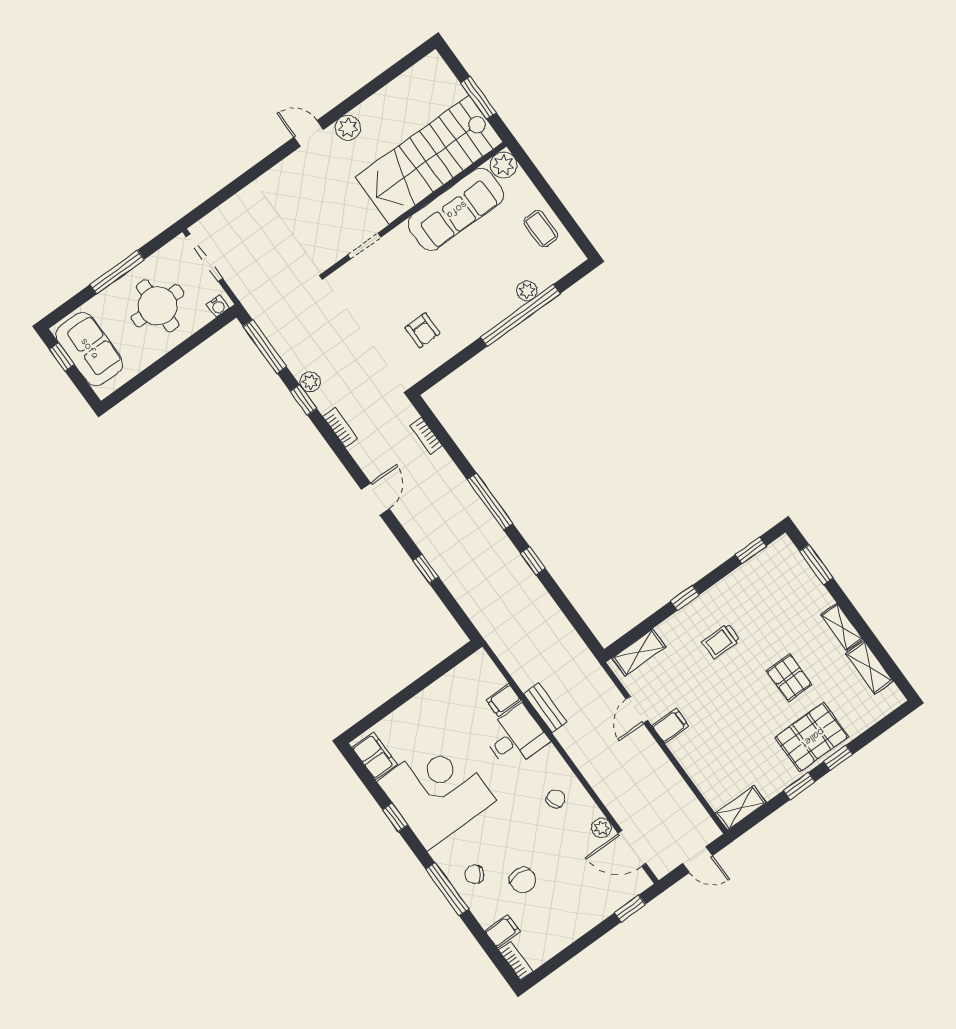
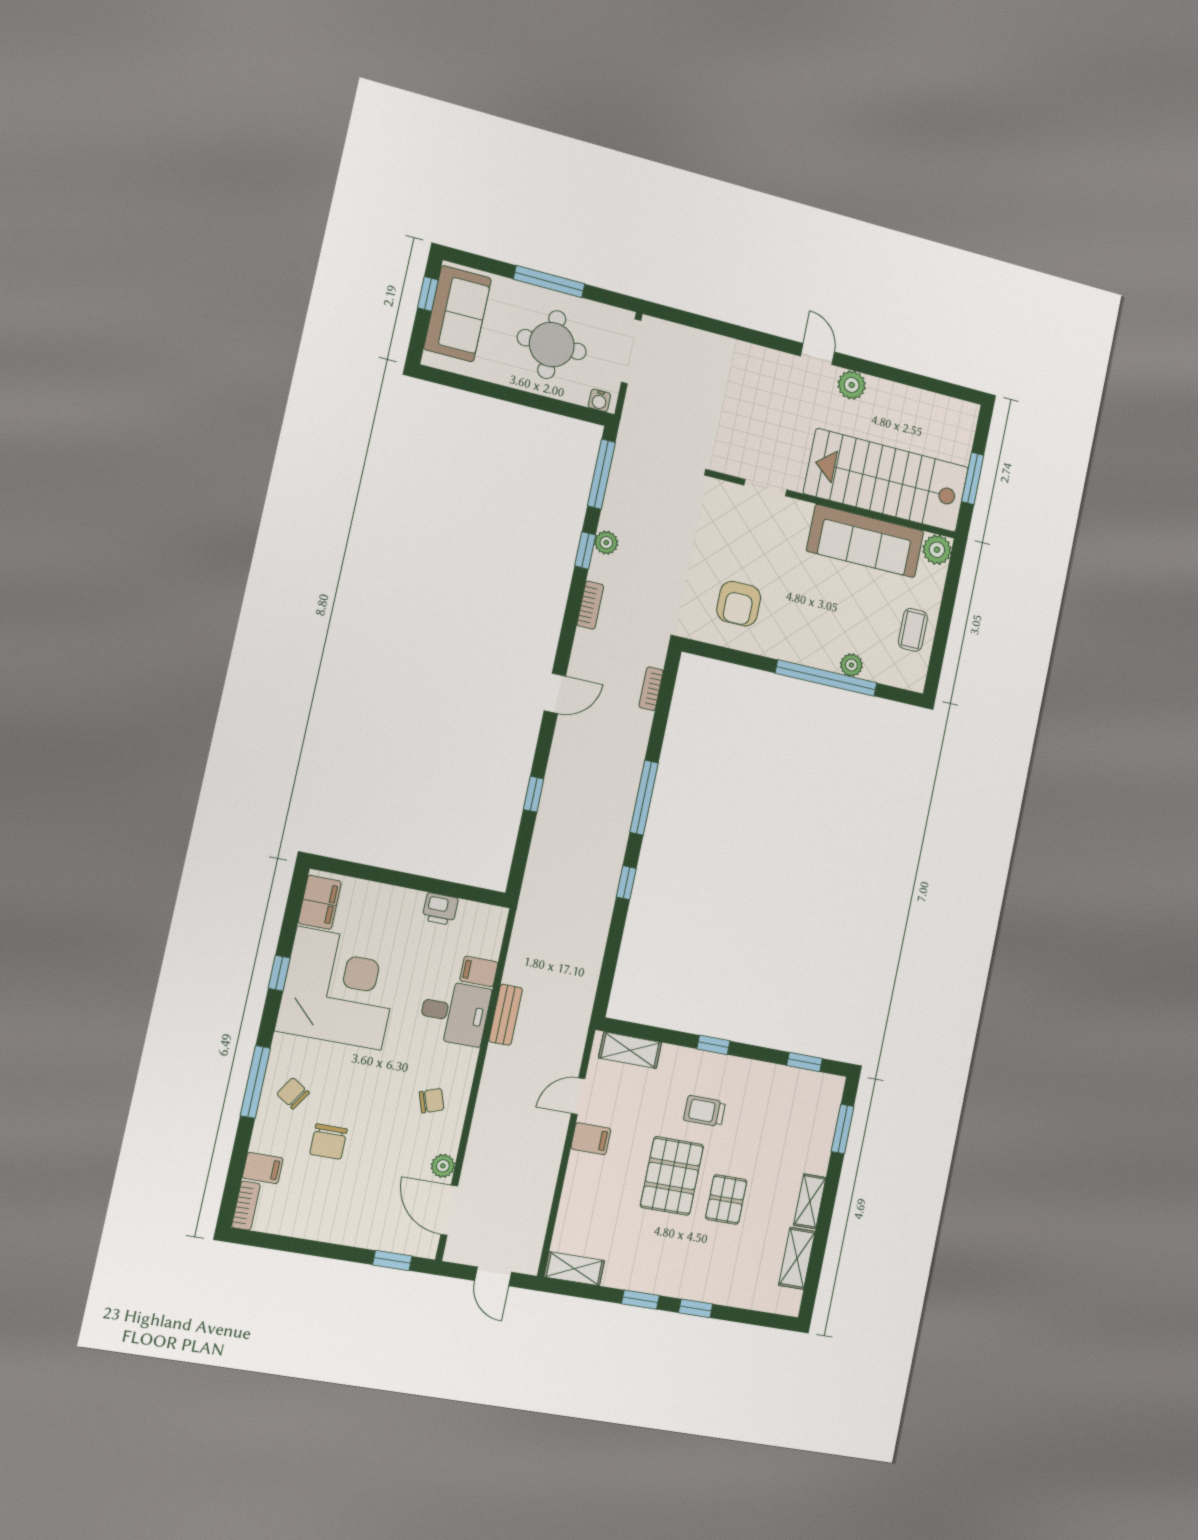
armchair: (423, 330) -> (739, 604), width x1.38, depth x1.38
printer: (444, 689) -> (440, 909), added
pallet: (812, 737) -> (672, 1176), moved, turned 90

